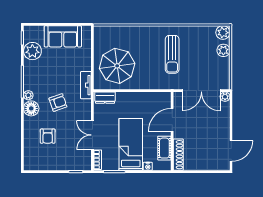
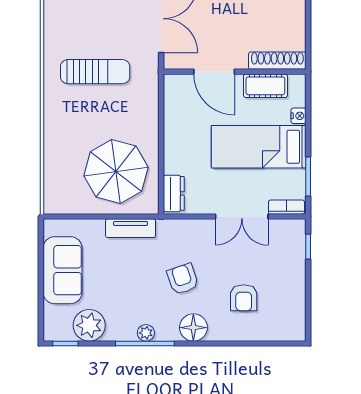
tv unit: (86, 85) -> (131, 228), moved
plant: (28, 95) -> (146, 333), moved
armchair: (48, 136) -> (244, 298), turned 90

